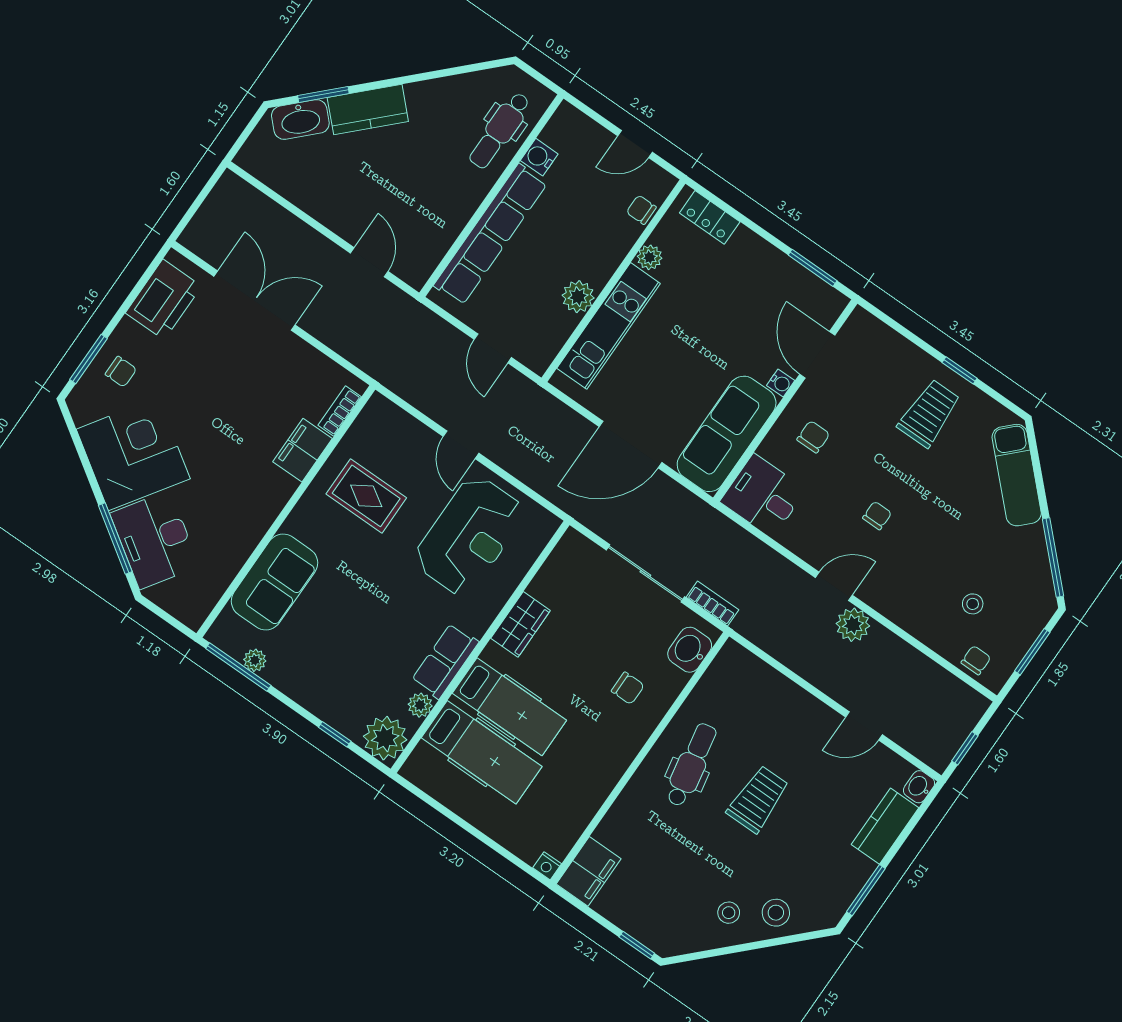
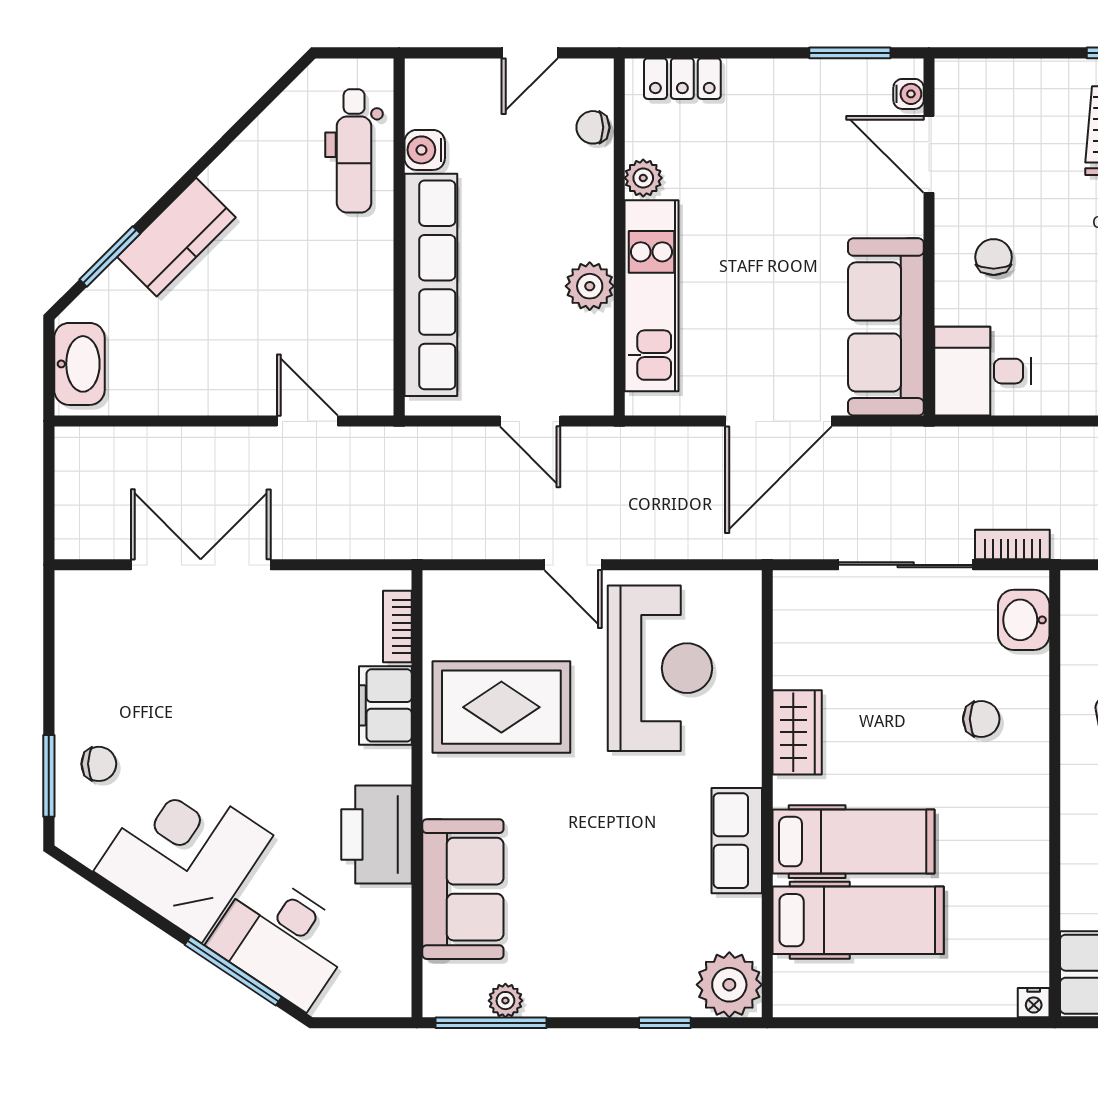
washbasin: (300, 120) -> (79, 364), moved, turned -45
printer: (164, 300) -> (376, 834), moved, turned 180
water cooler: (781, 383) -> (909, 94), moved
rug: (366, 496) -> (501, 707), width x1.36, depth x1.43
plant: (420, 705) -> (744, 915), removed

